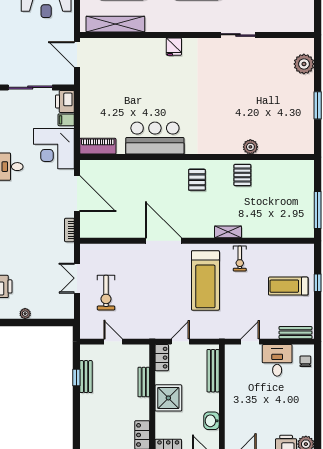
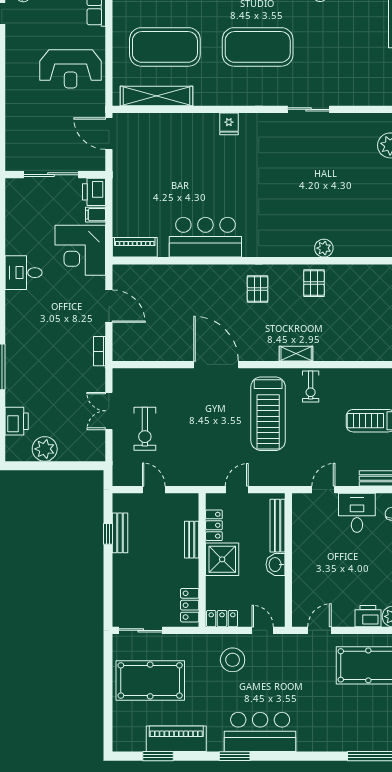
door: (77, 194) -> (109, 306), width x0.73
plant: (25, 314) -> (45, 449), width x1.87, depth x1.87
locker: (162, 358) -> (214, 525), moved
washbasin: (211, 421) -> (276, 565), moved

